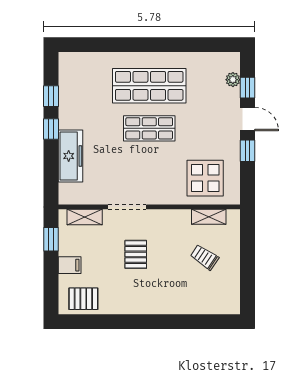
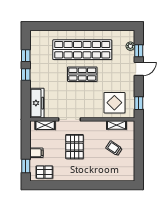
shop shelf: (149, 86) -> (82, 50), width x1.40
door: (248, 119) -> (139, 69), hinge flipped
window: (248, 151) -> (139, 103), moved
freezer: (70, 156) -> (37, 103), moved
window: (51, 239) -> (26, 166), moved
pallet: (136, 254) -> (75, 147), width x1.50, depth x1.42

